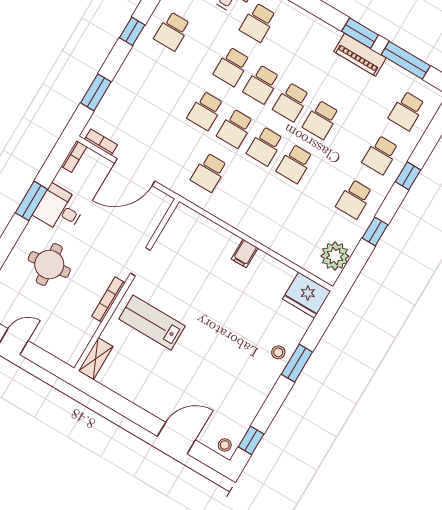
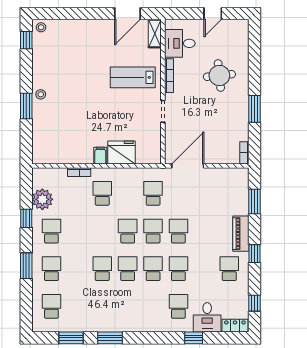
piano: (360, 55) -> (241, 234), moved, turned -90
window: (406, 60) -> (71, 338), width x0.69
bookcase: (101, 142) -> (79, 172), moved
school desk: (295, 164) -> (102, 193), moved
door: (135, 172) -> (188, 166), moved
window: (408, 176) -> (26, 266), width x1.50
desk: (60, 209) -> (180, 43), moved, turned 180
plant: (335, 256) -> (42, 199), moved
fridge: (307, 295) -> (122, 153), moved
lab bench: (152, 323) -> (133, 77), turned 180
stool: (278, 352) -> (41, 94), moved
door: (176, 438) -> (127, 14), moved

